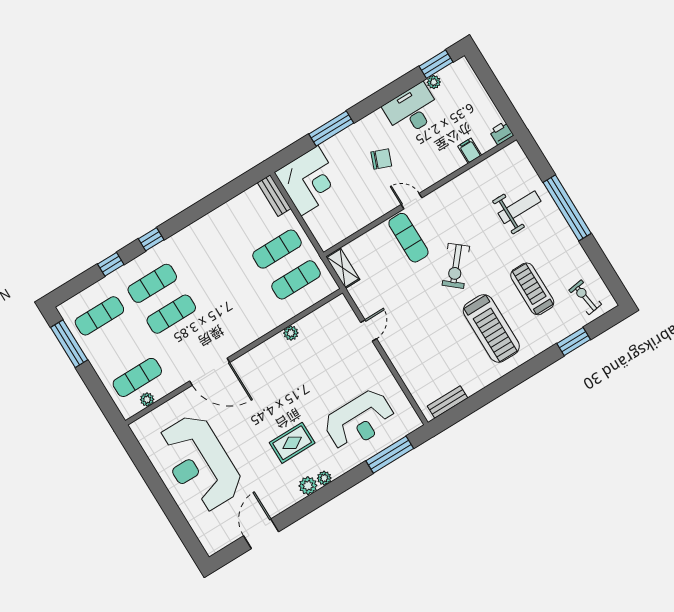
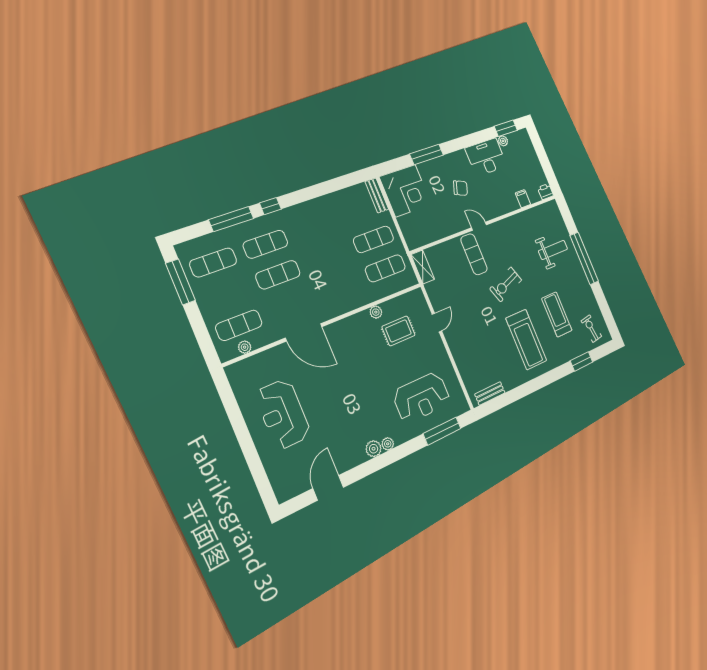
window: (111, 264) -> (231, 219), width x2.17
exercise bike: (456, 266) -> (506, 284), turned 30
rug: (292, 443) -> (398, 331), moved
reception desk: (199, 463) -> (283, 414), width x0.74, depth x0.77

